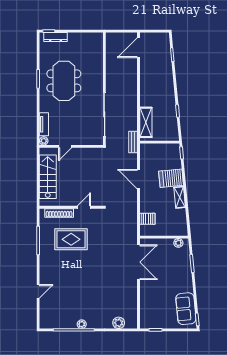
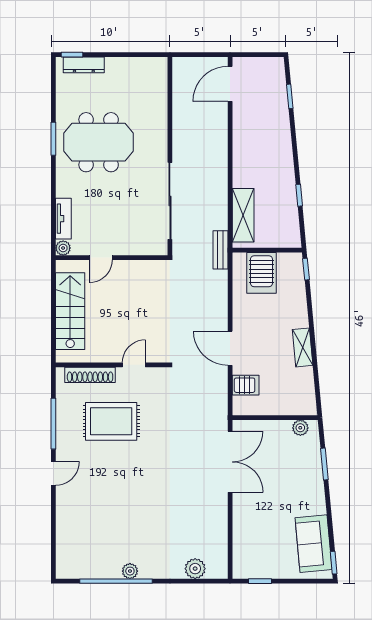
meeting table: (64, 81) -> (99, 142), turned 90
server rack: (171, 178) -> (261, 273), moved, turned -85
door: (138, 179) -> (230, 348), moved
door: (38, 291) -> (53, 473), moved

